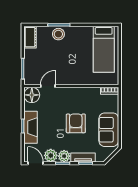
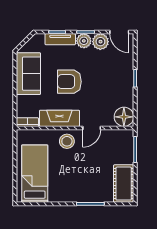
stool: (58, 34) -> (67, 141), moved
cot: (30, 37) -> (124, 184), width x1.37, depth x1.34
door: (48, 86) -> (92, 128), moved
armchair: (76, 123) -> (69, 82), turned 90
fireplace: (31, 127) -> (59, 118), moved, turned 90

